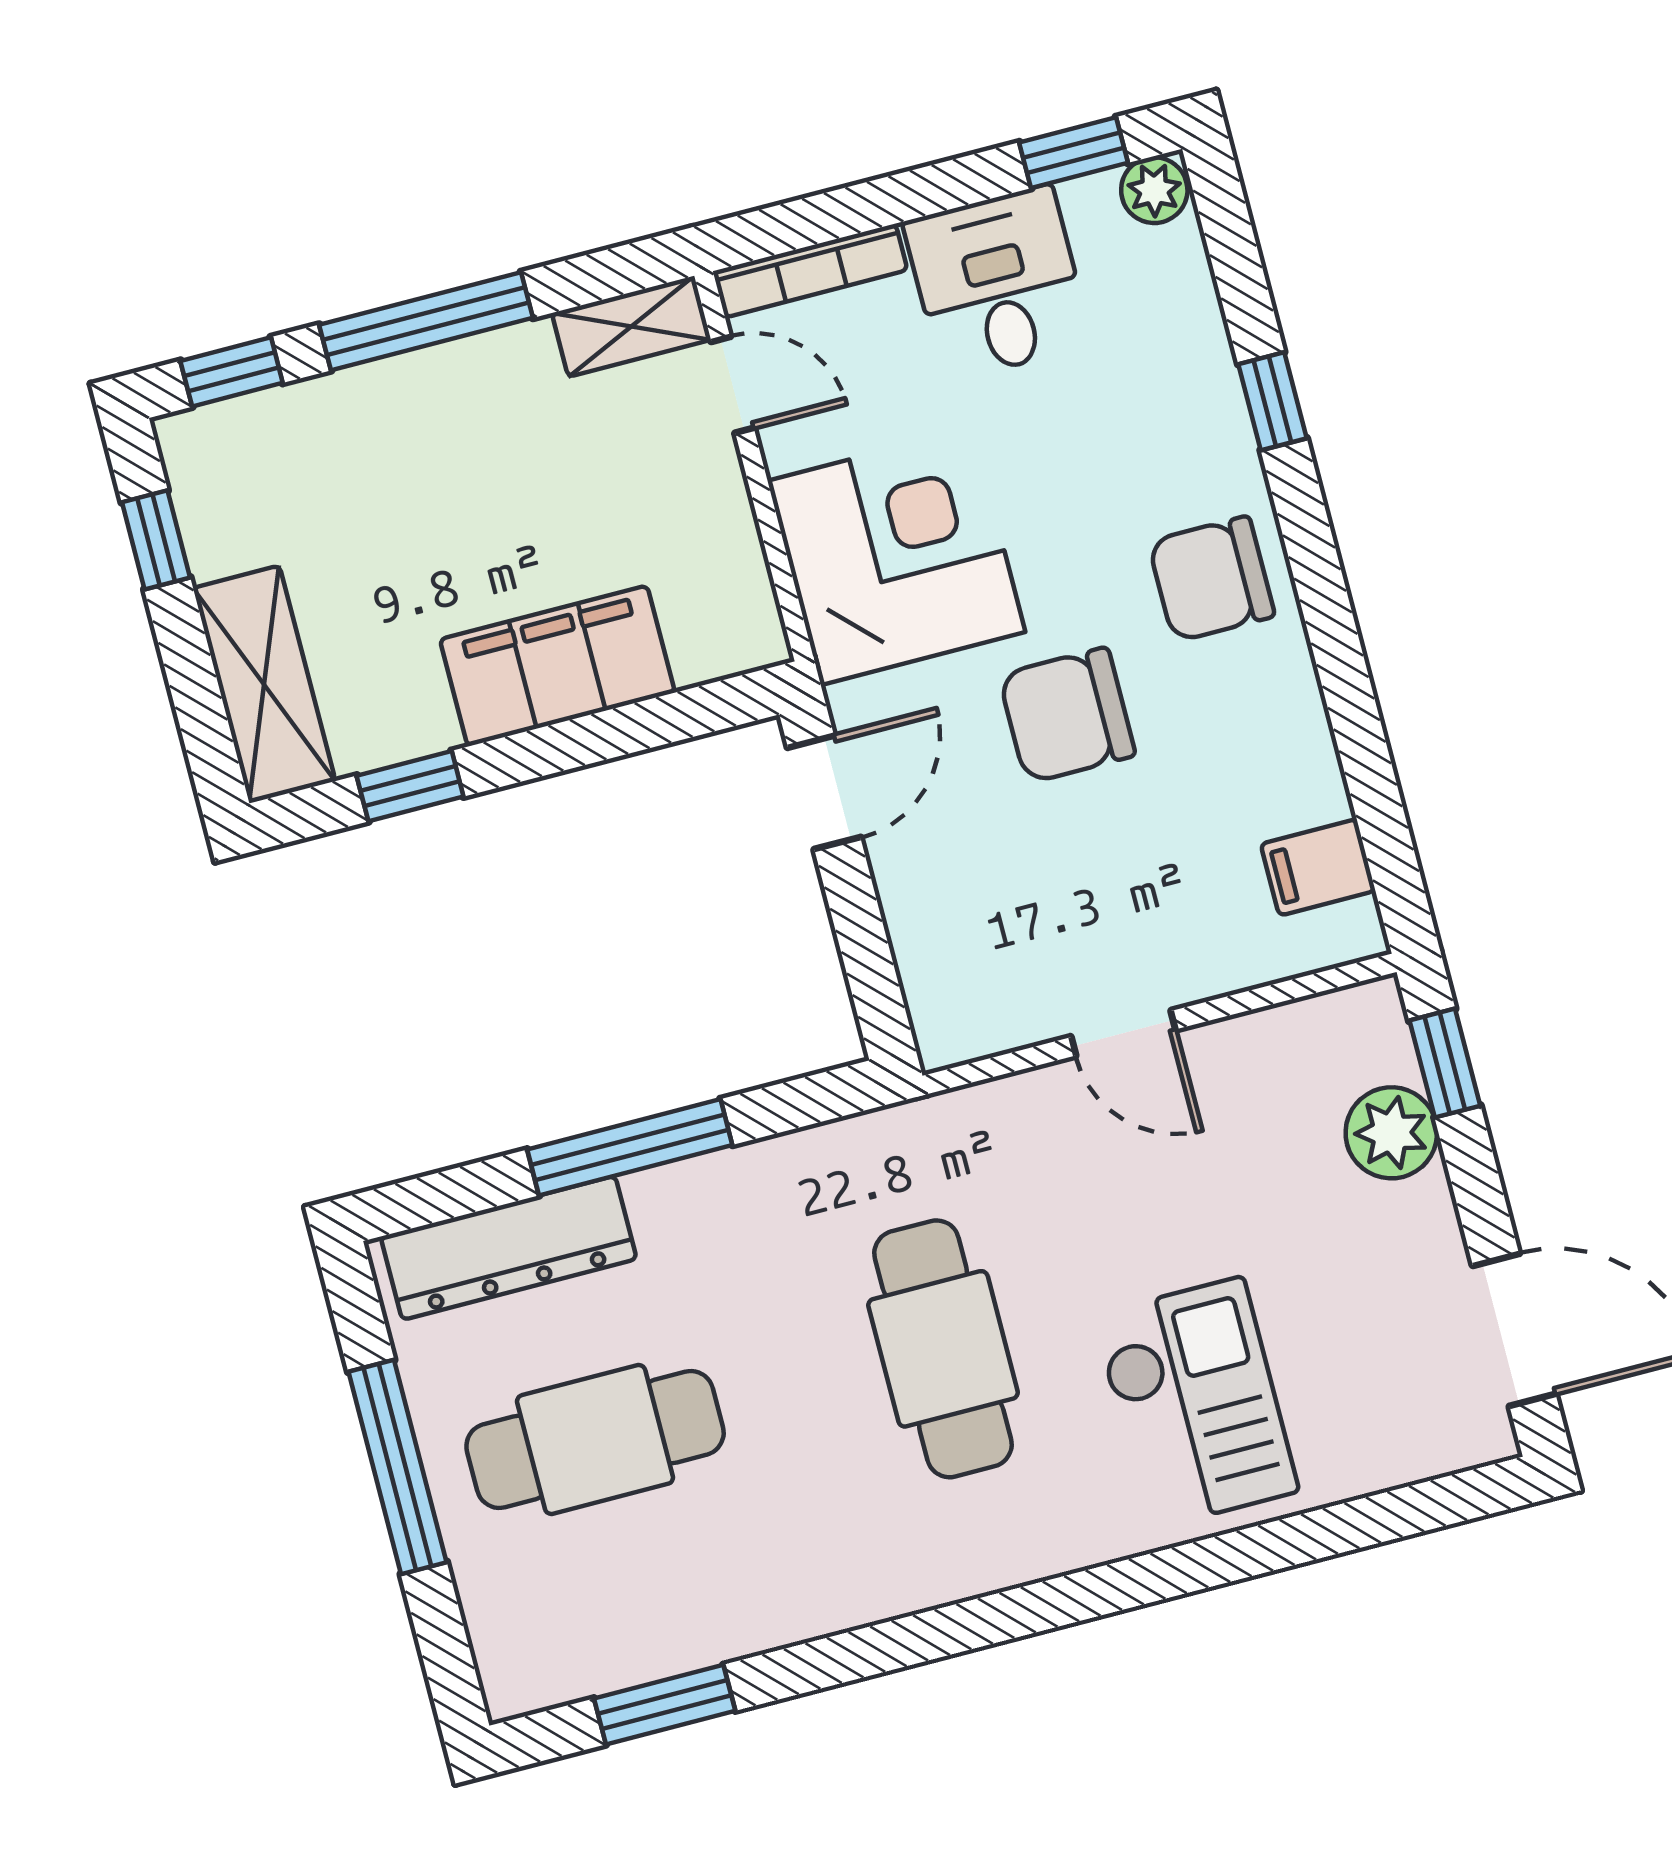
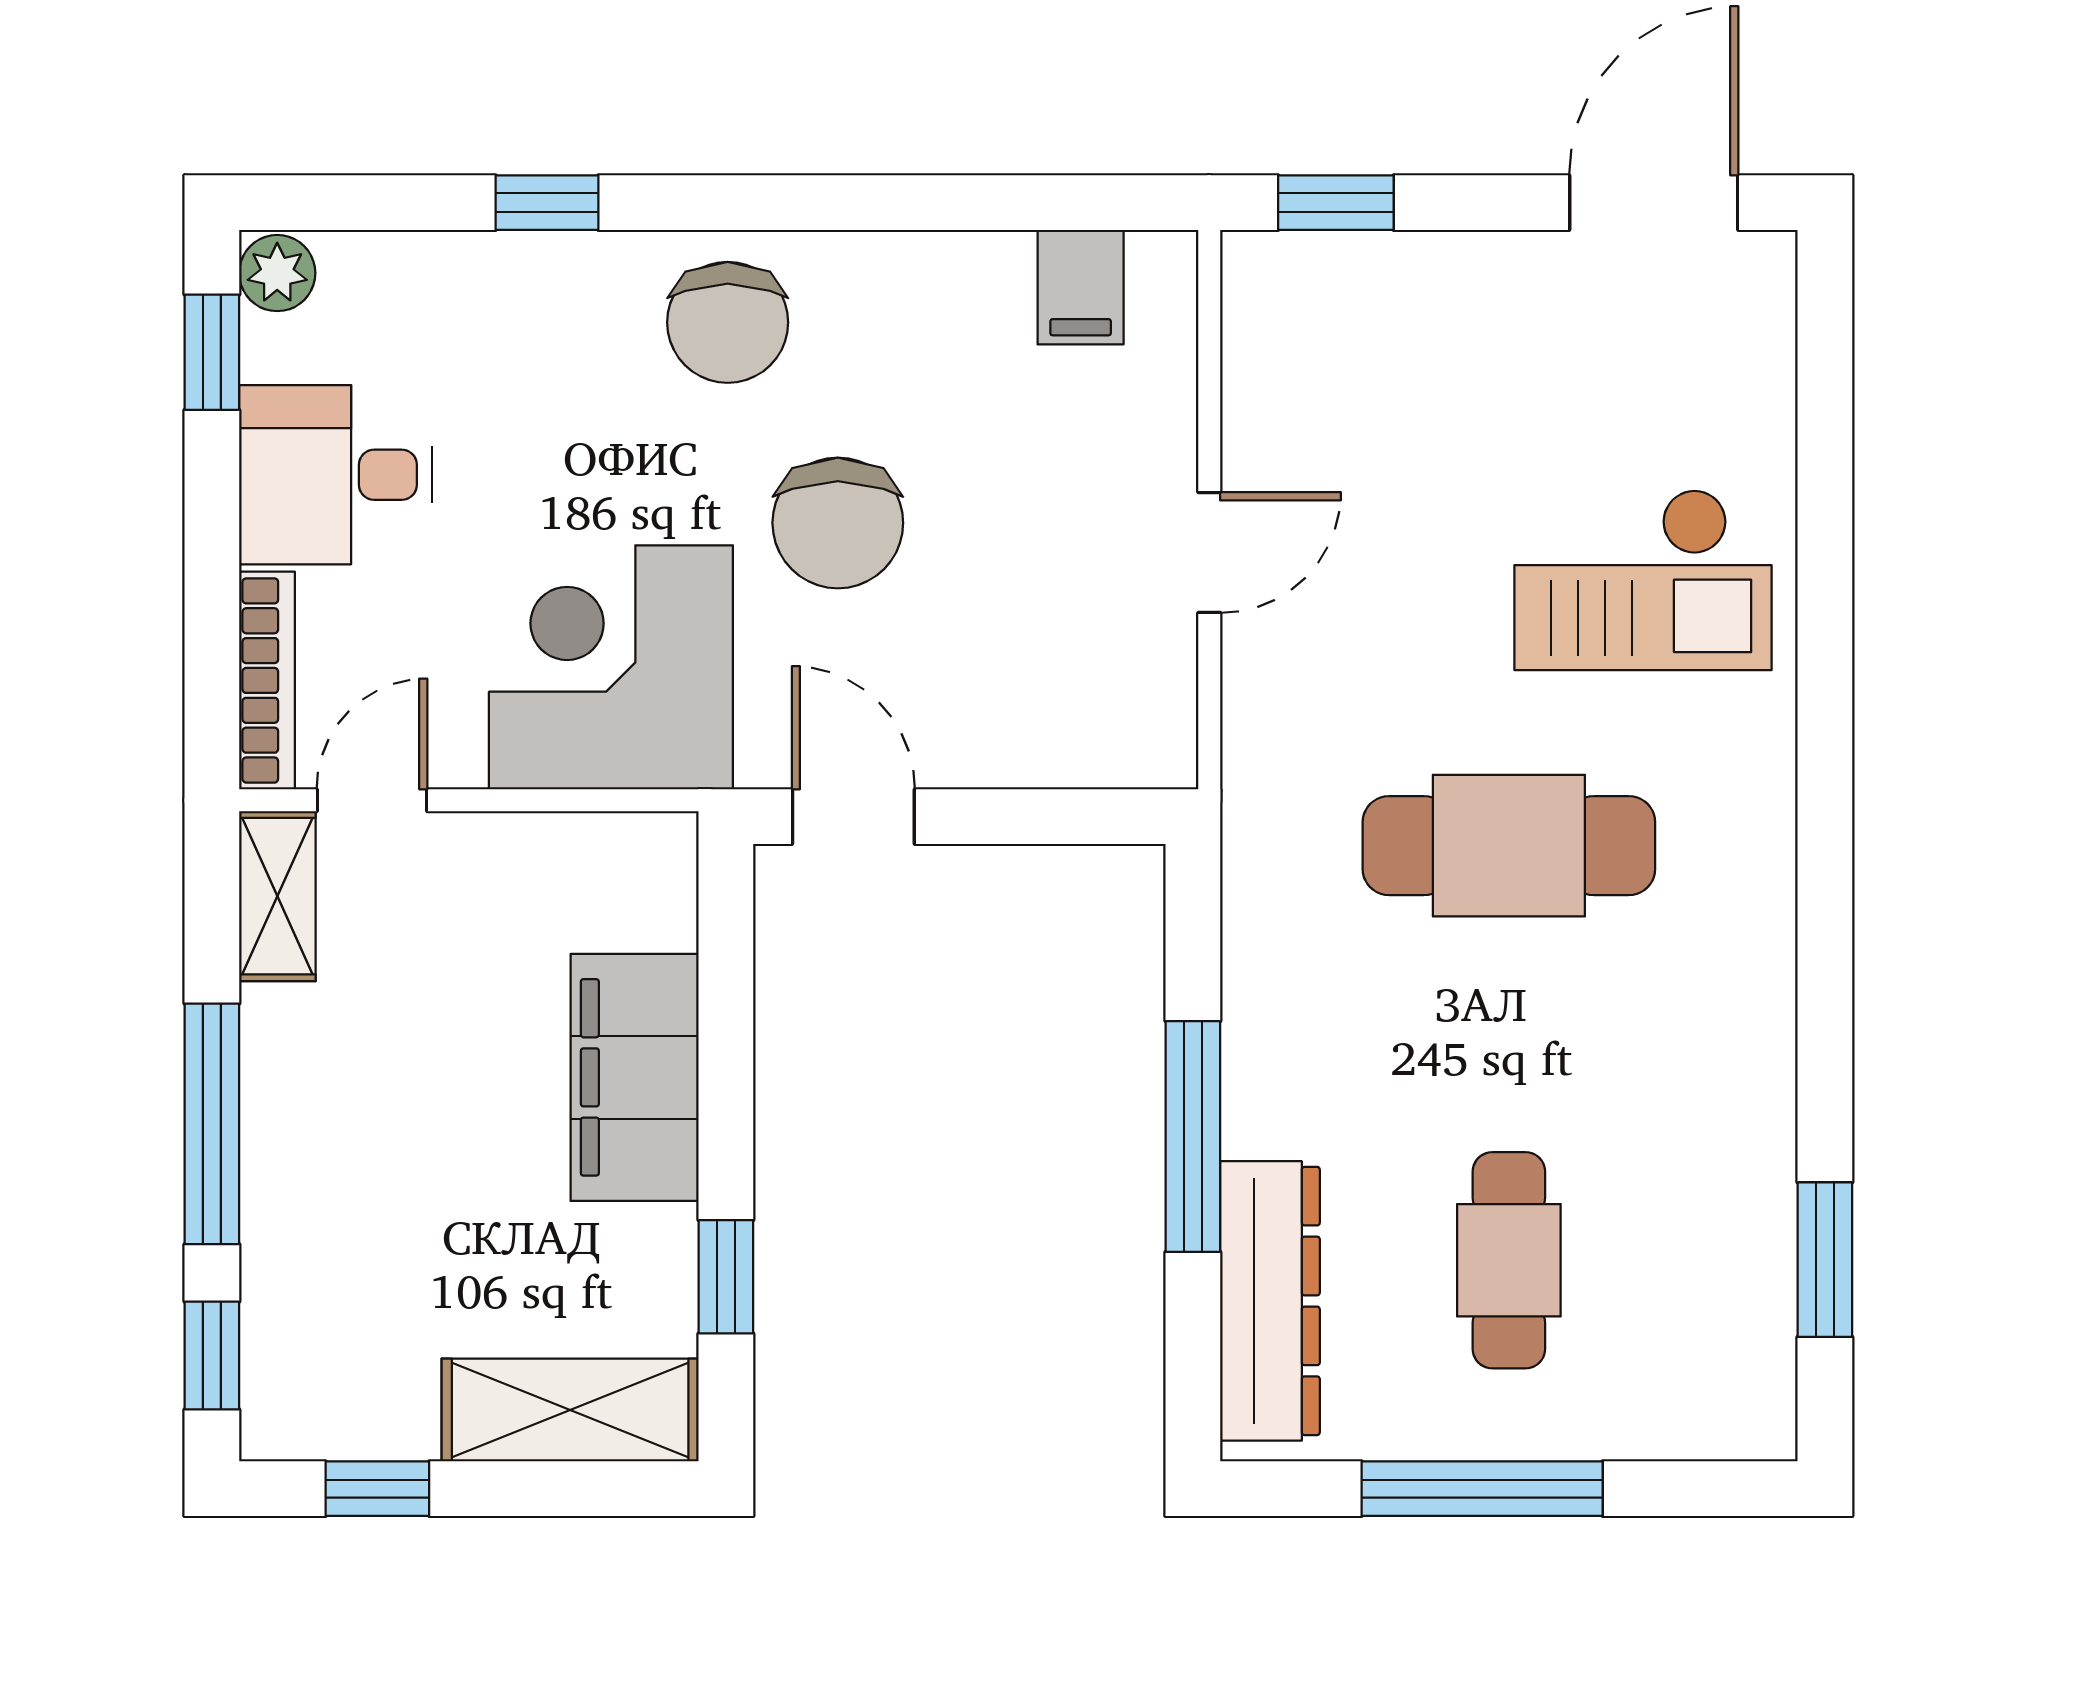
plant: (1391, 1133) -> (1398, 282), removed
checkout: (1196, 1403) -> (1643, 580), turned 180
cafe table: (595, 1439) -> (1509, 1260), width x0.73, depth x0.74

